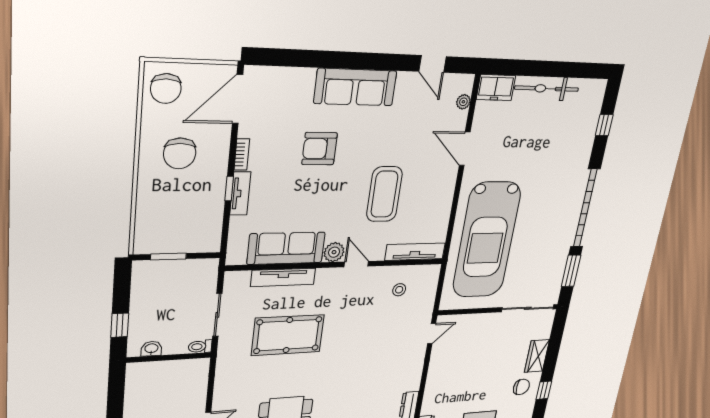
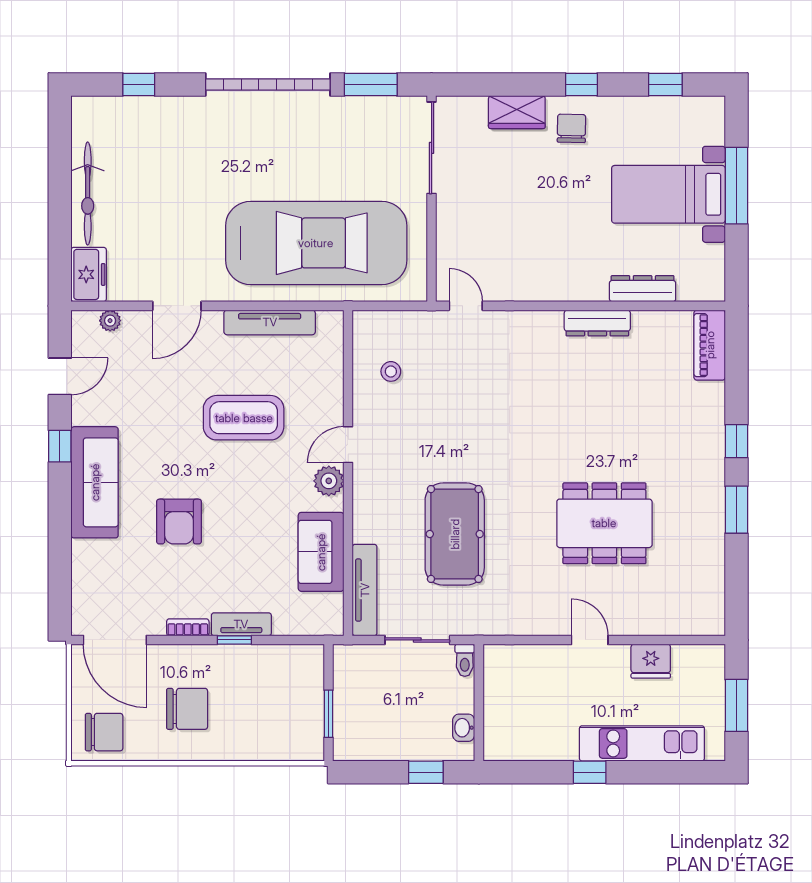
window: (384, 62) -> (60, 446), added
sofa: (286, 248) -> (321, 552), width x0.73
tv unit: (415, 252) -> (270, 322), moved, turned -90
tv unit: (283, 277) -> (365, 590), moved

